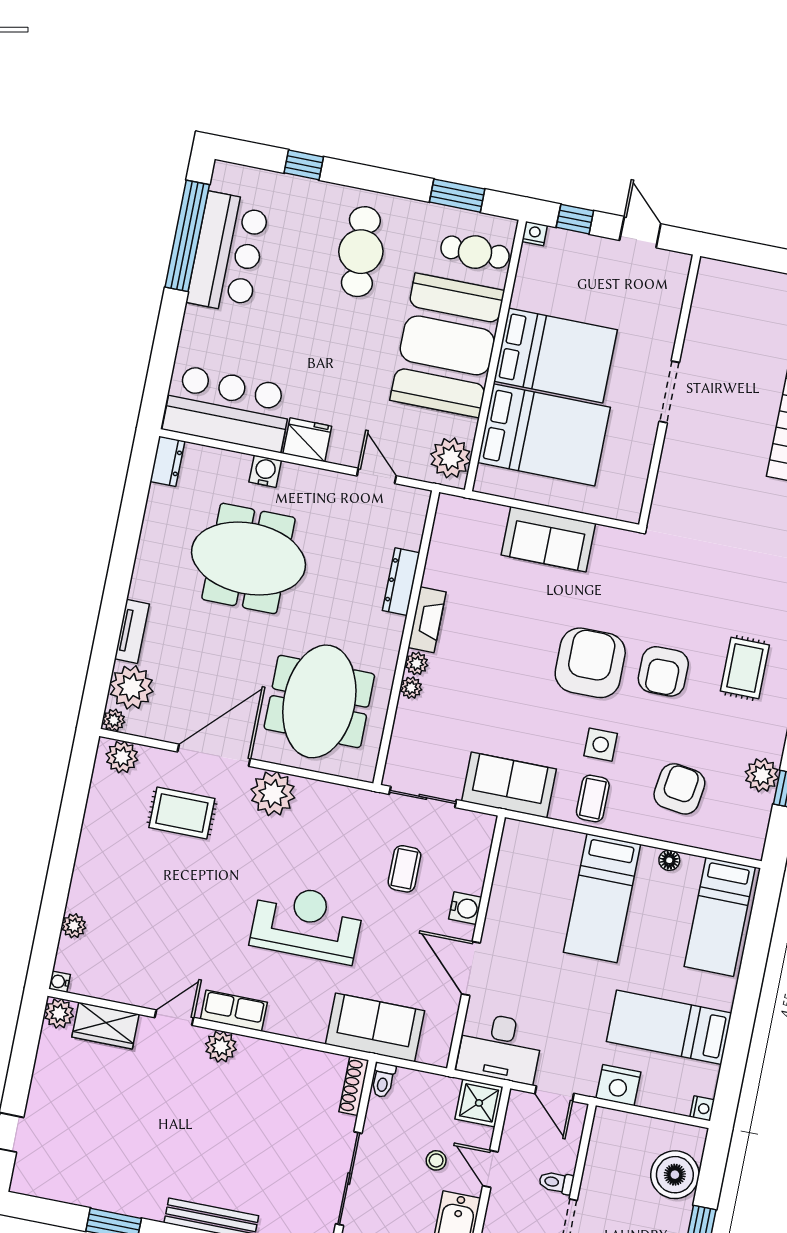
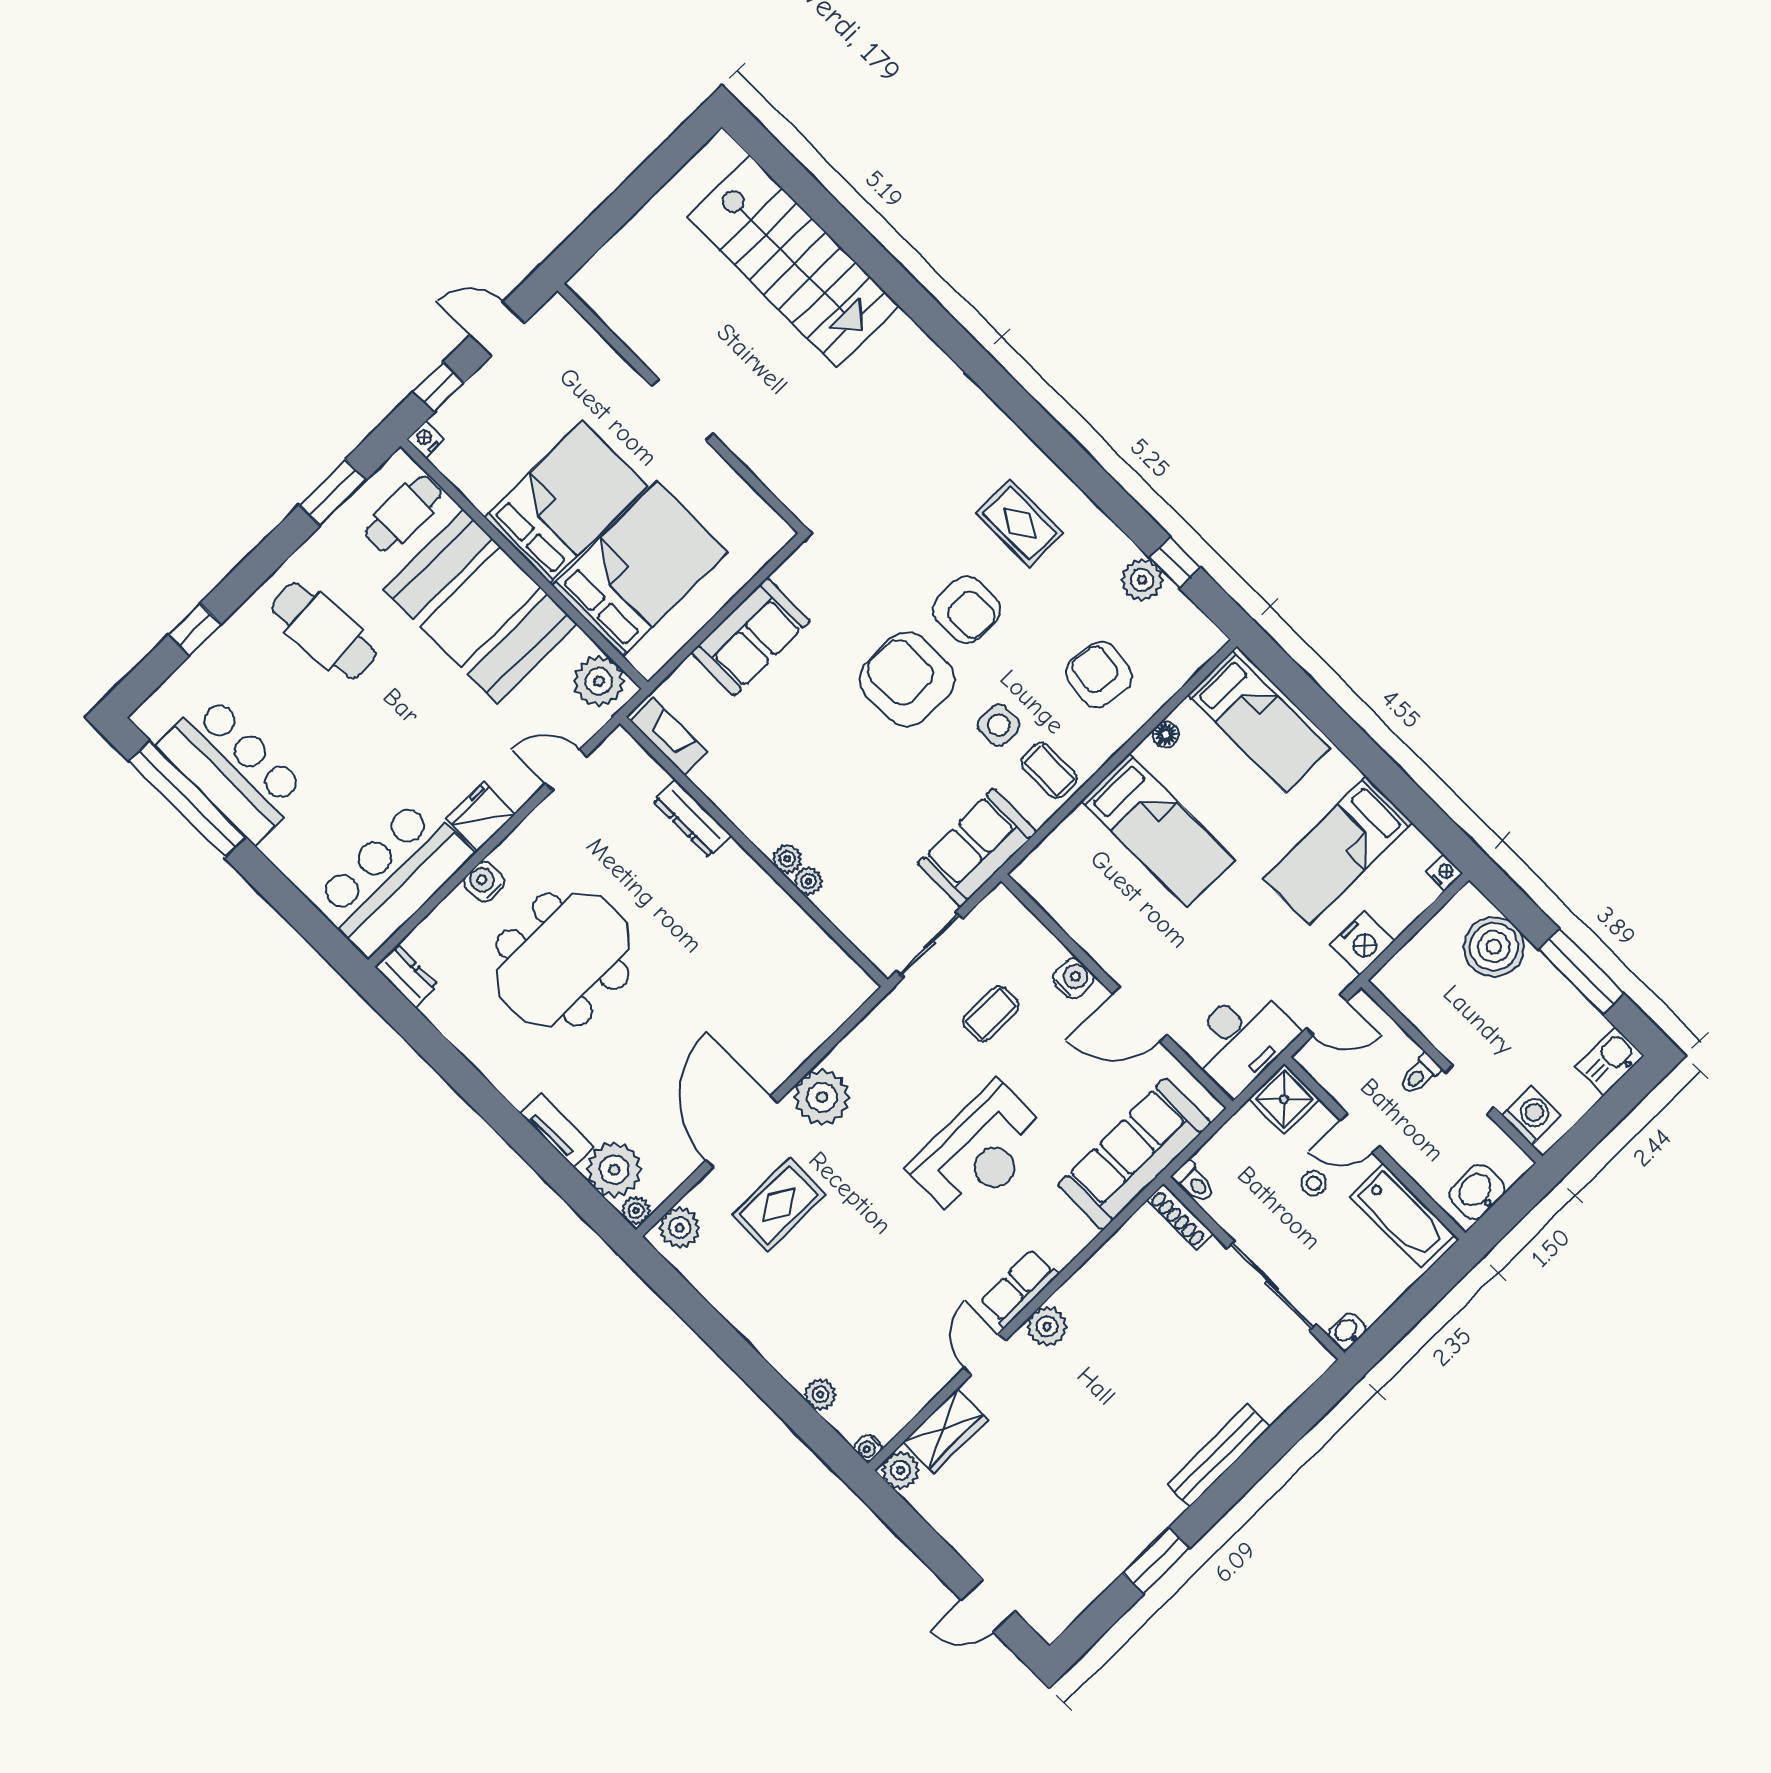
fireplace: (427, 620) -> (669, 736), moved
meeting table: (319, 701) -> (759, 985), removed
coffee table: (404, 869) -> (991, 1014), turned 90
reception desk: (307, 923) -> (979, 1152), turned 180
sofa: (375, 1027) -> (1134, 1154), width x1.36

